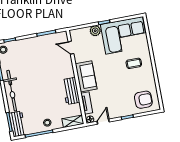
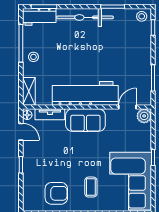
plant: (95, 31) -> (144, 116), moved
workbench: (71, 91) -> (85, 93), width x1.88, depth x1.32
armchair: (143, 100) -> (56, 193), moved, turned -90

